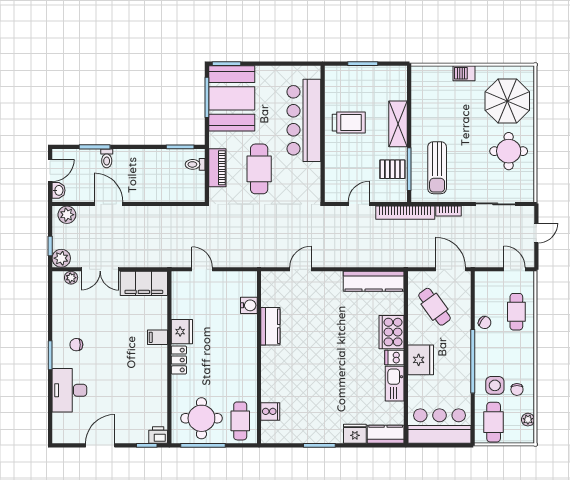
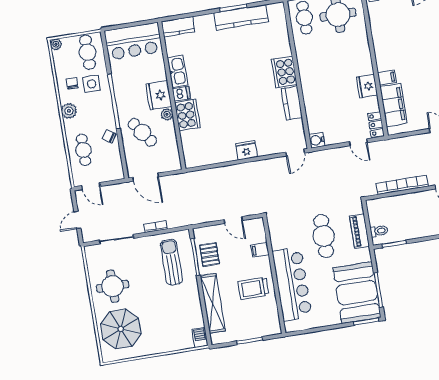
barbecue: (464, 73) -> (200, 338), moved, turned -90
shelving: (398, 124) -> (213, 303), width x1.47
filing cabinet: (334, 165) -> (260, 250), added
pallet: (392, 169) -> (209, 254), turned 90
door: (359, 204) -> (233, 220), hinge flipped
bookcase: (405, 213) -> (402, 185), moved
door: (300, 269) -> (295, 153), moved
kitchen counter: (374, 281) -> (241, 17), moved, turned 180
filing cabinet: (144, 283) -> (393, 105), moved, turned 90
water cooler: (249, 305) -> (317, 140), moved
cafe table: (435, 307) -> (142, 132), moved
plant: (415, 337) -> (167, 114), added
plant: (526, 359) -> (69, 111), added
locker: (179, 360) -> (376, 125), moved
cooker: (270, 411) -> (284, 72), moved, width x1.87, depth x1.31
plant: (528, 420) -> (56, 44), moved
fridge: (355, 434) -> (246, 150), moved, turned 180

